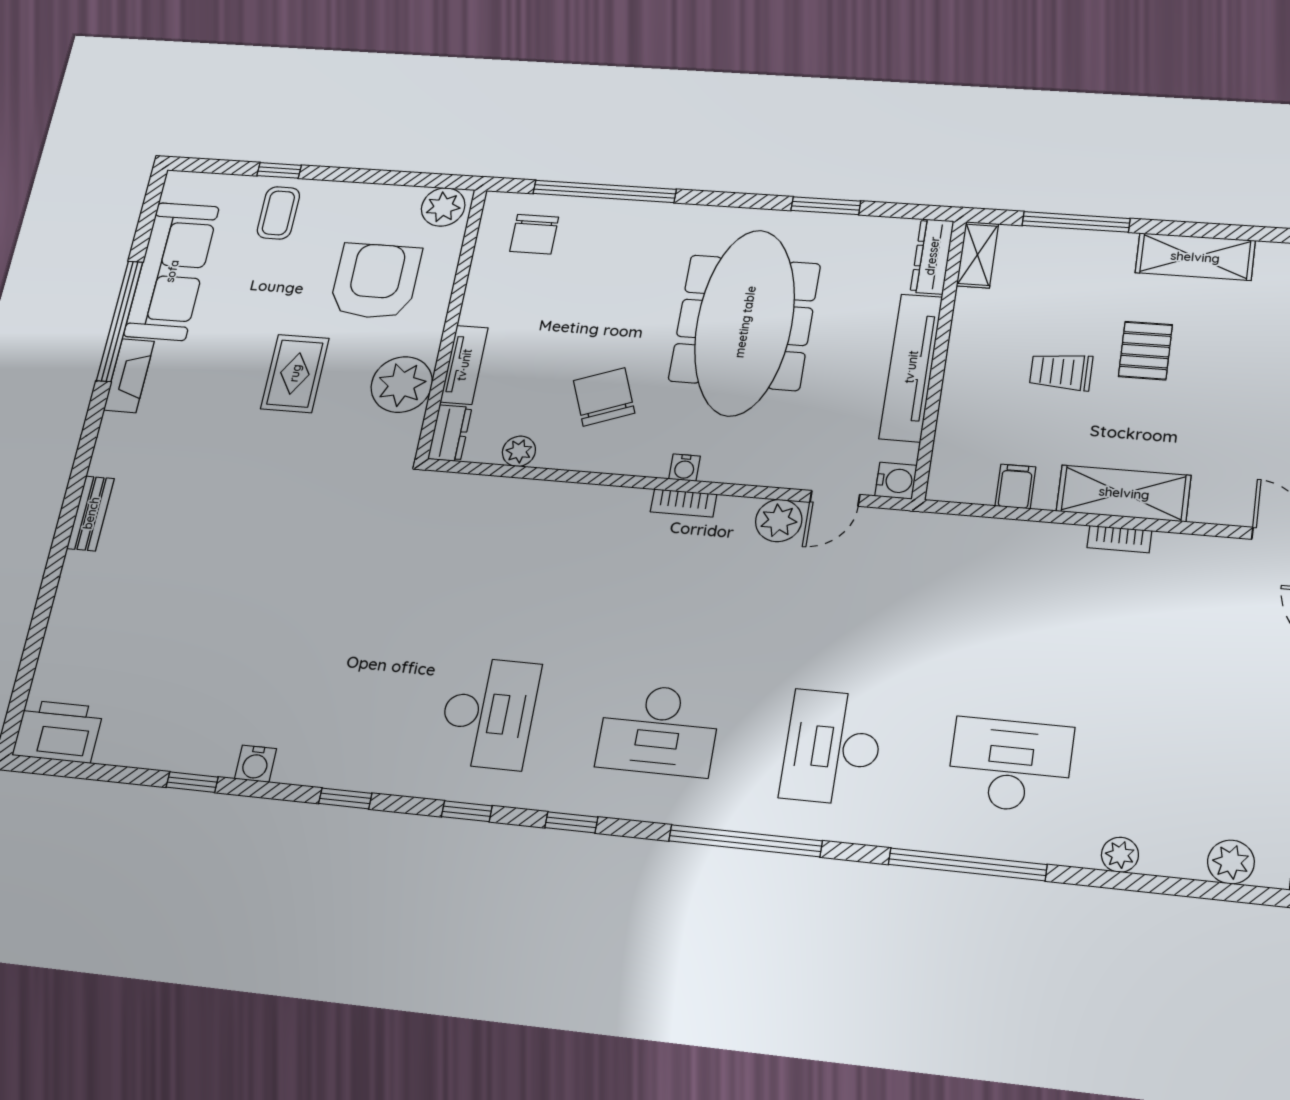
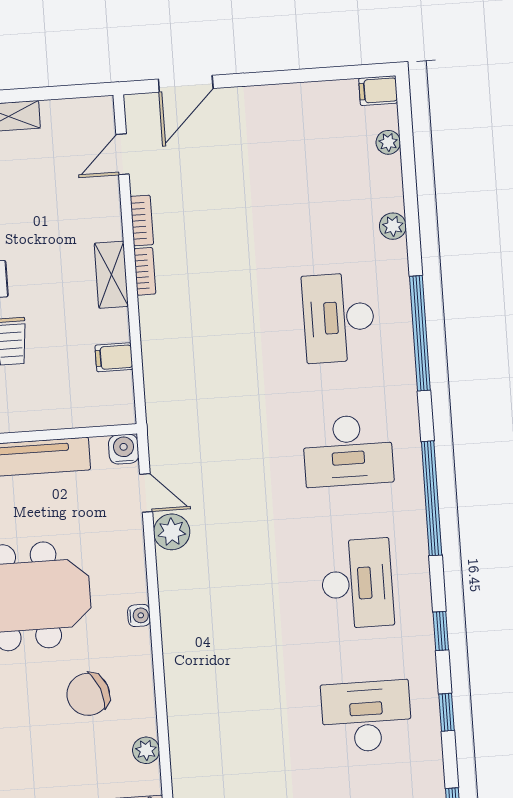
shelving: (1124, 493) -> (111, 275), width x0.67, depth x0.75
bookcase: (684, 503) -> (142, 220), moved
plant: (1231, 862) -> (388, 142), width x0.73, depth x0.73

